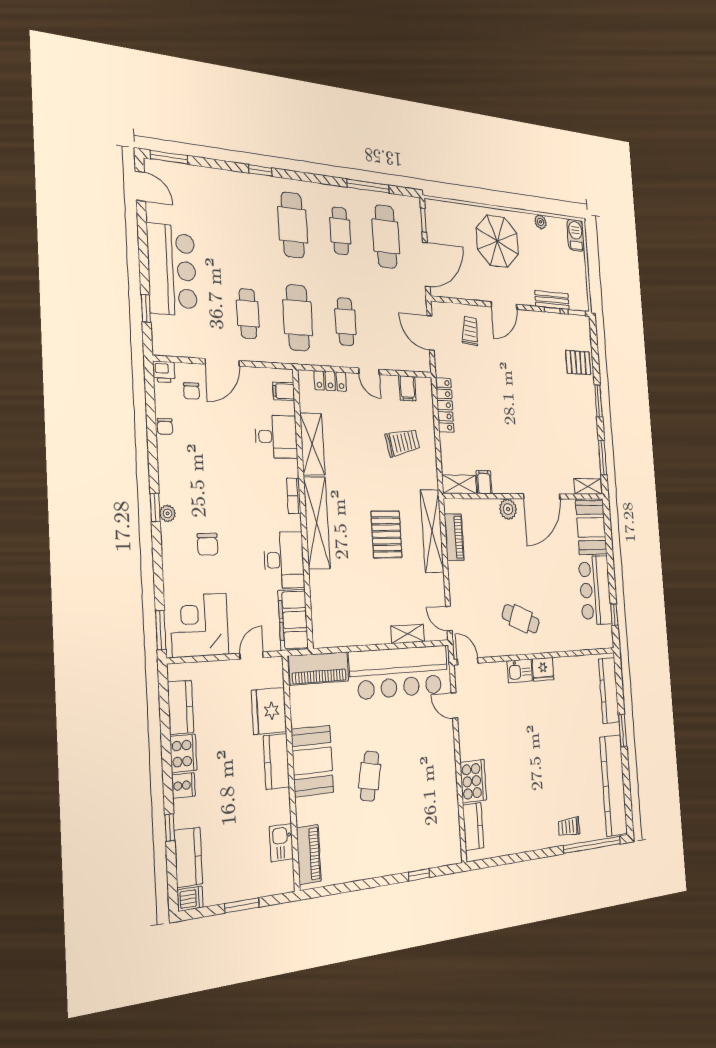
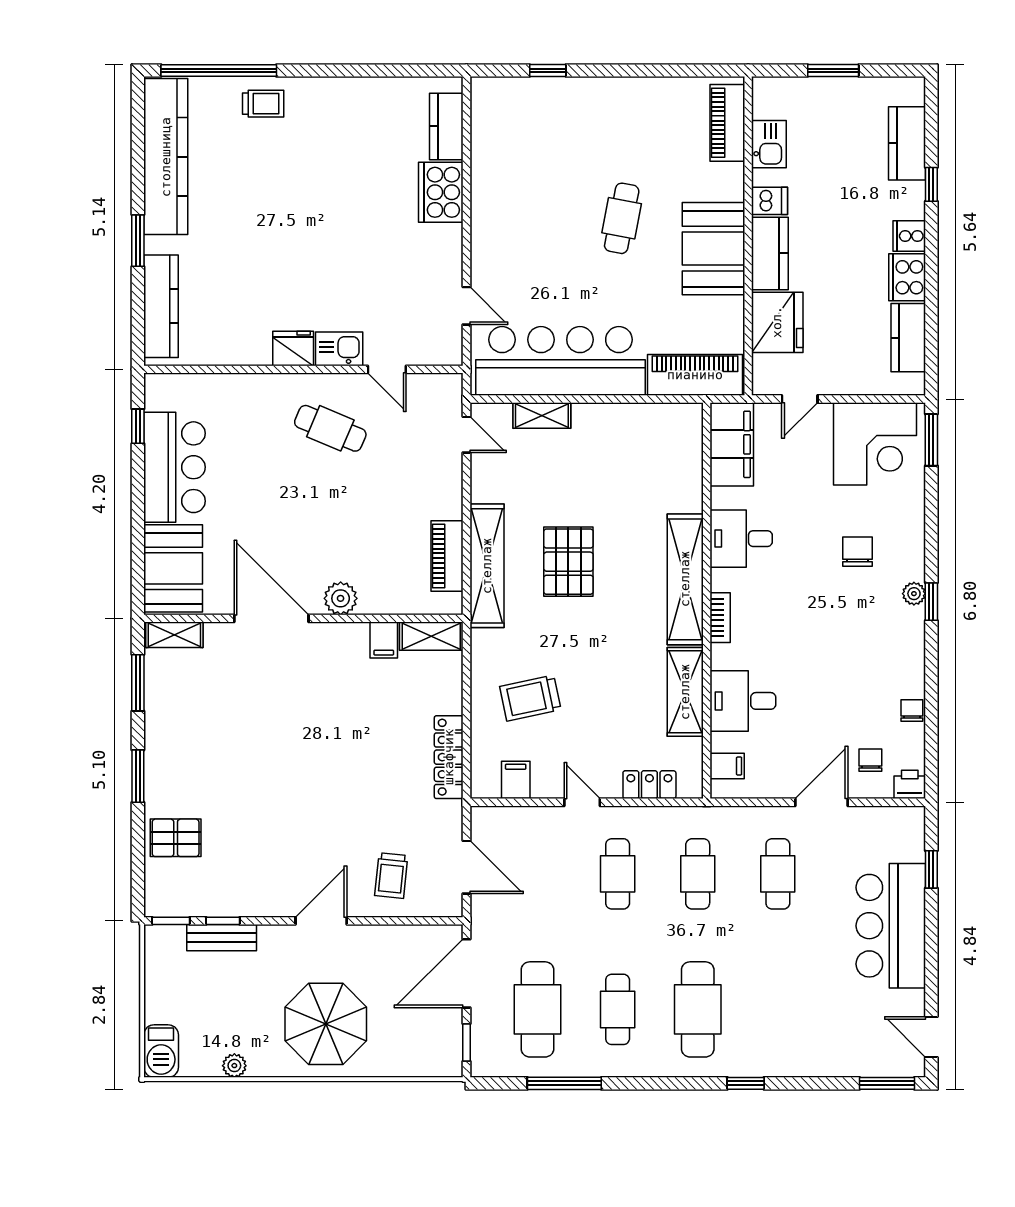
cafe table: (298, 318) -> (698, 874), width x0.73, depth x0.74
door: (542, 496) -> (271, 618), hinge flipped
desk: (284, 560) -> (741, 539), width x0.73
door: (468, 661) -> (387, 369), moved
dishwasher: (190, 899) -> (770, 201), moved, turned 180

